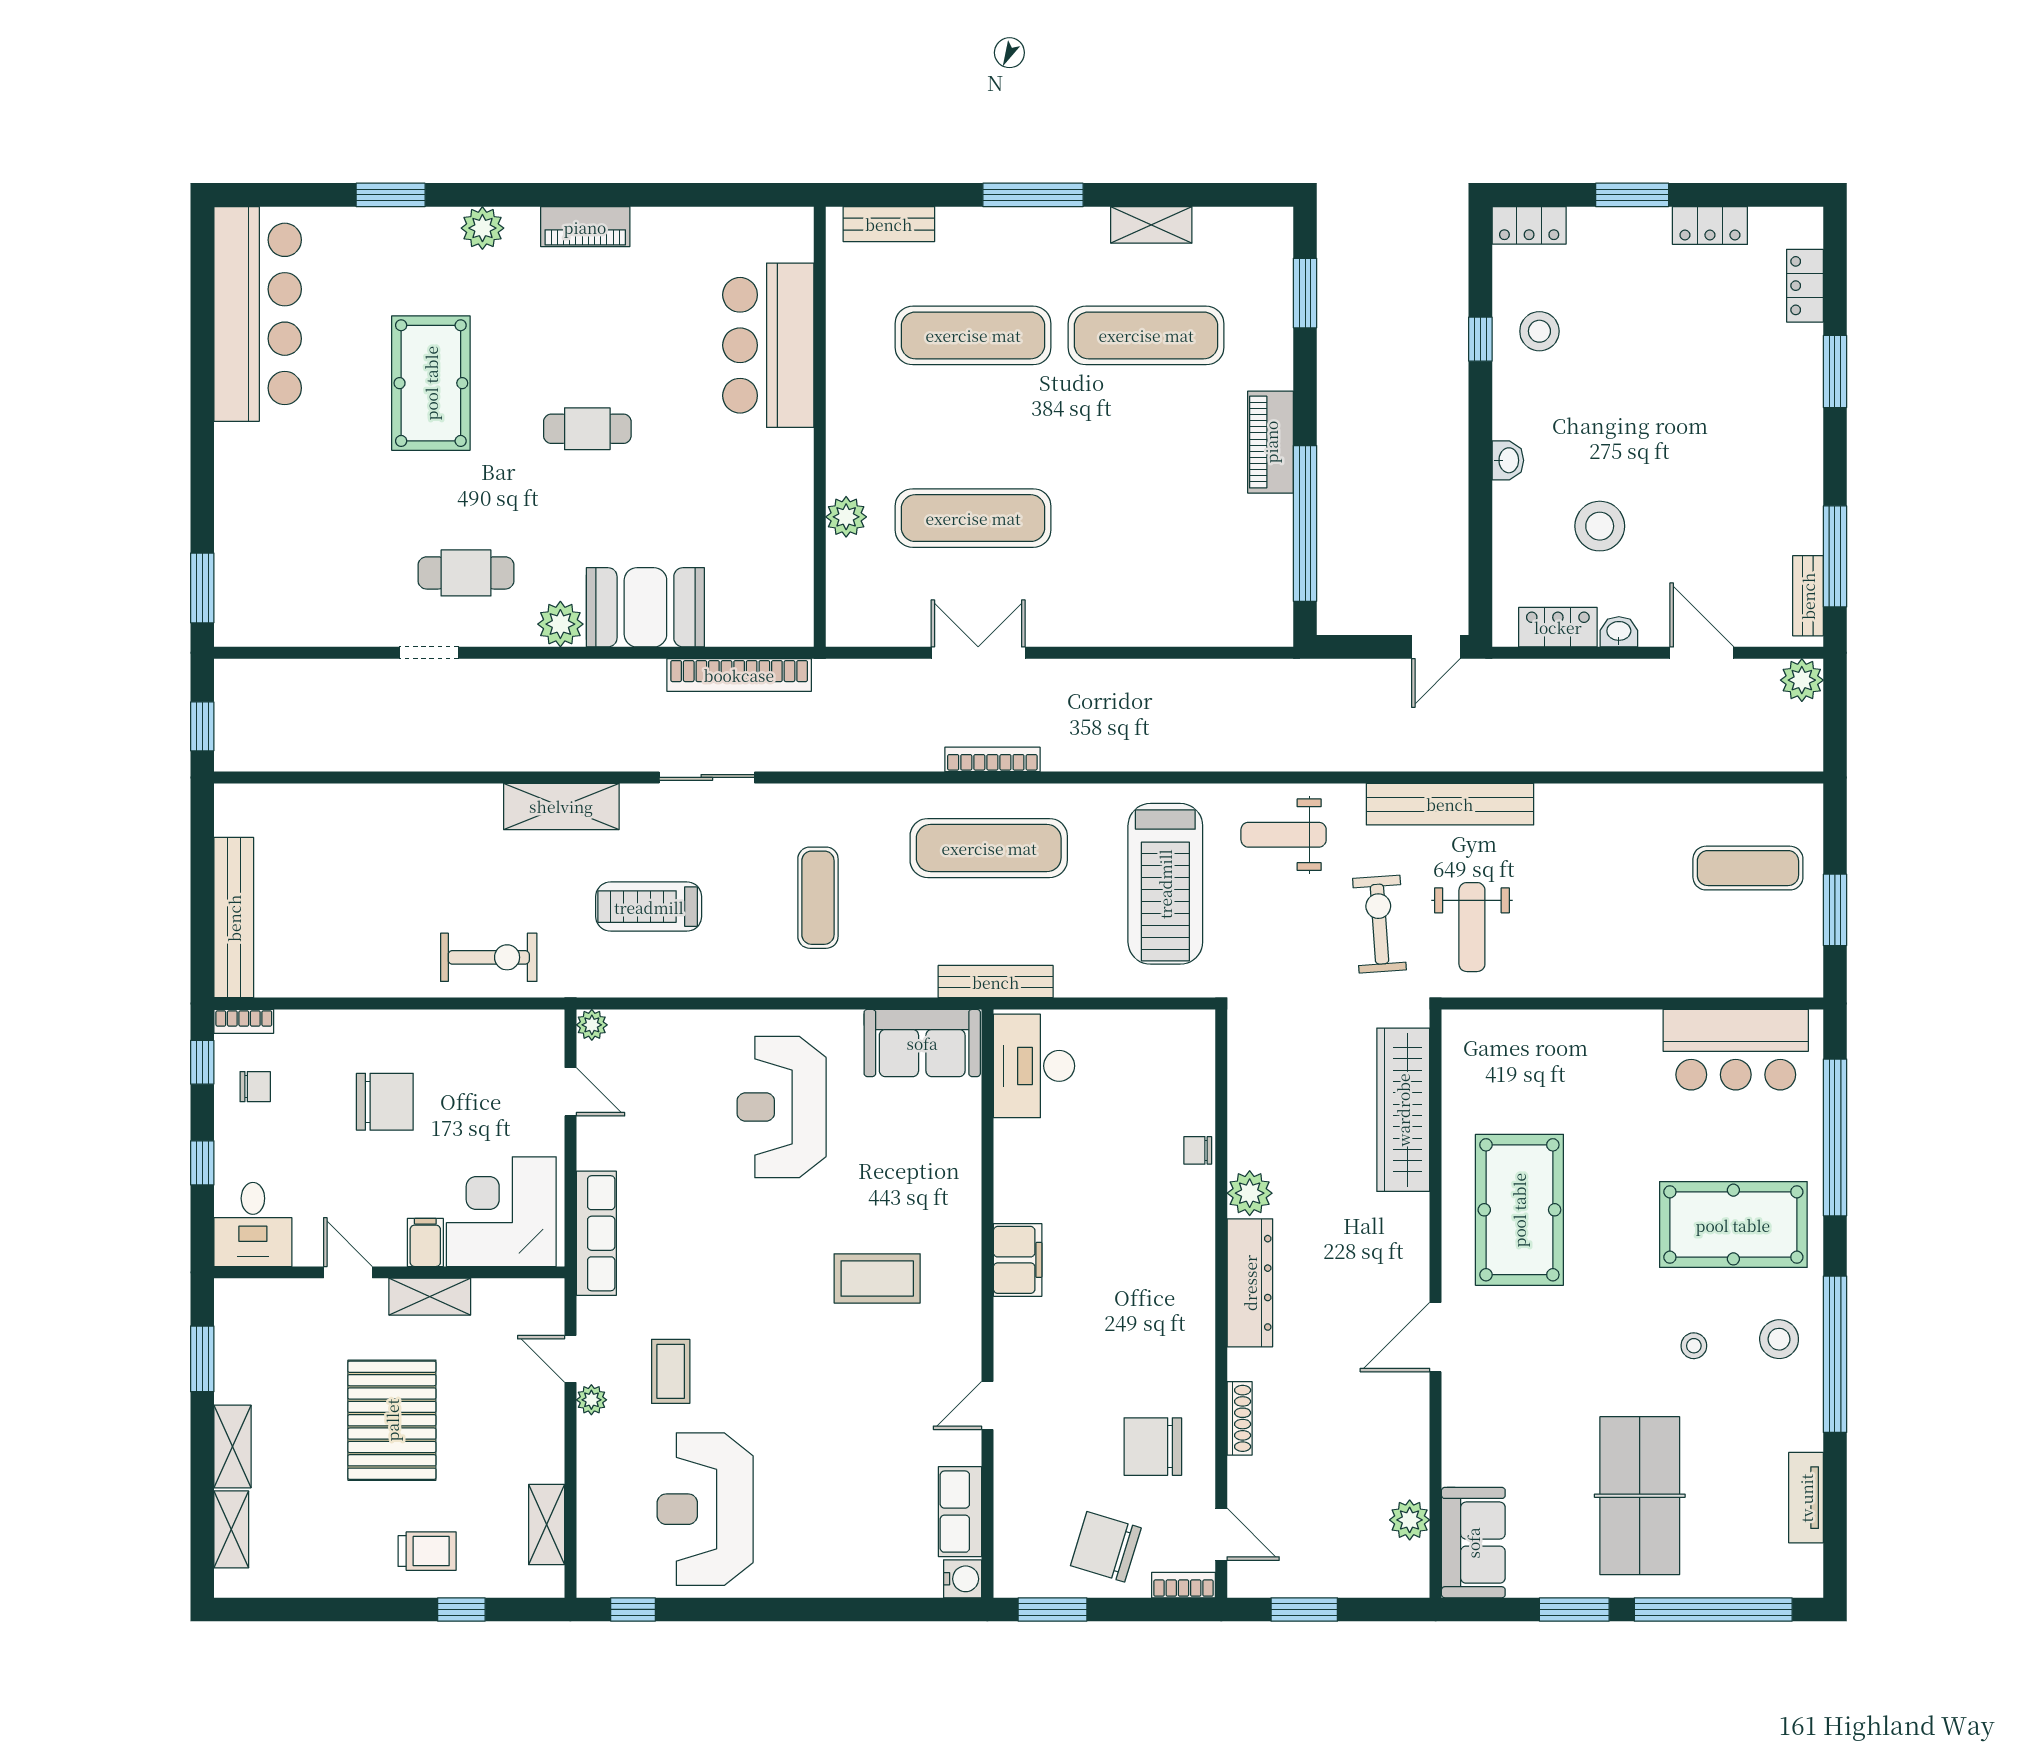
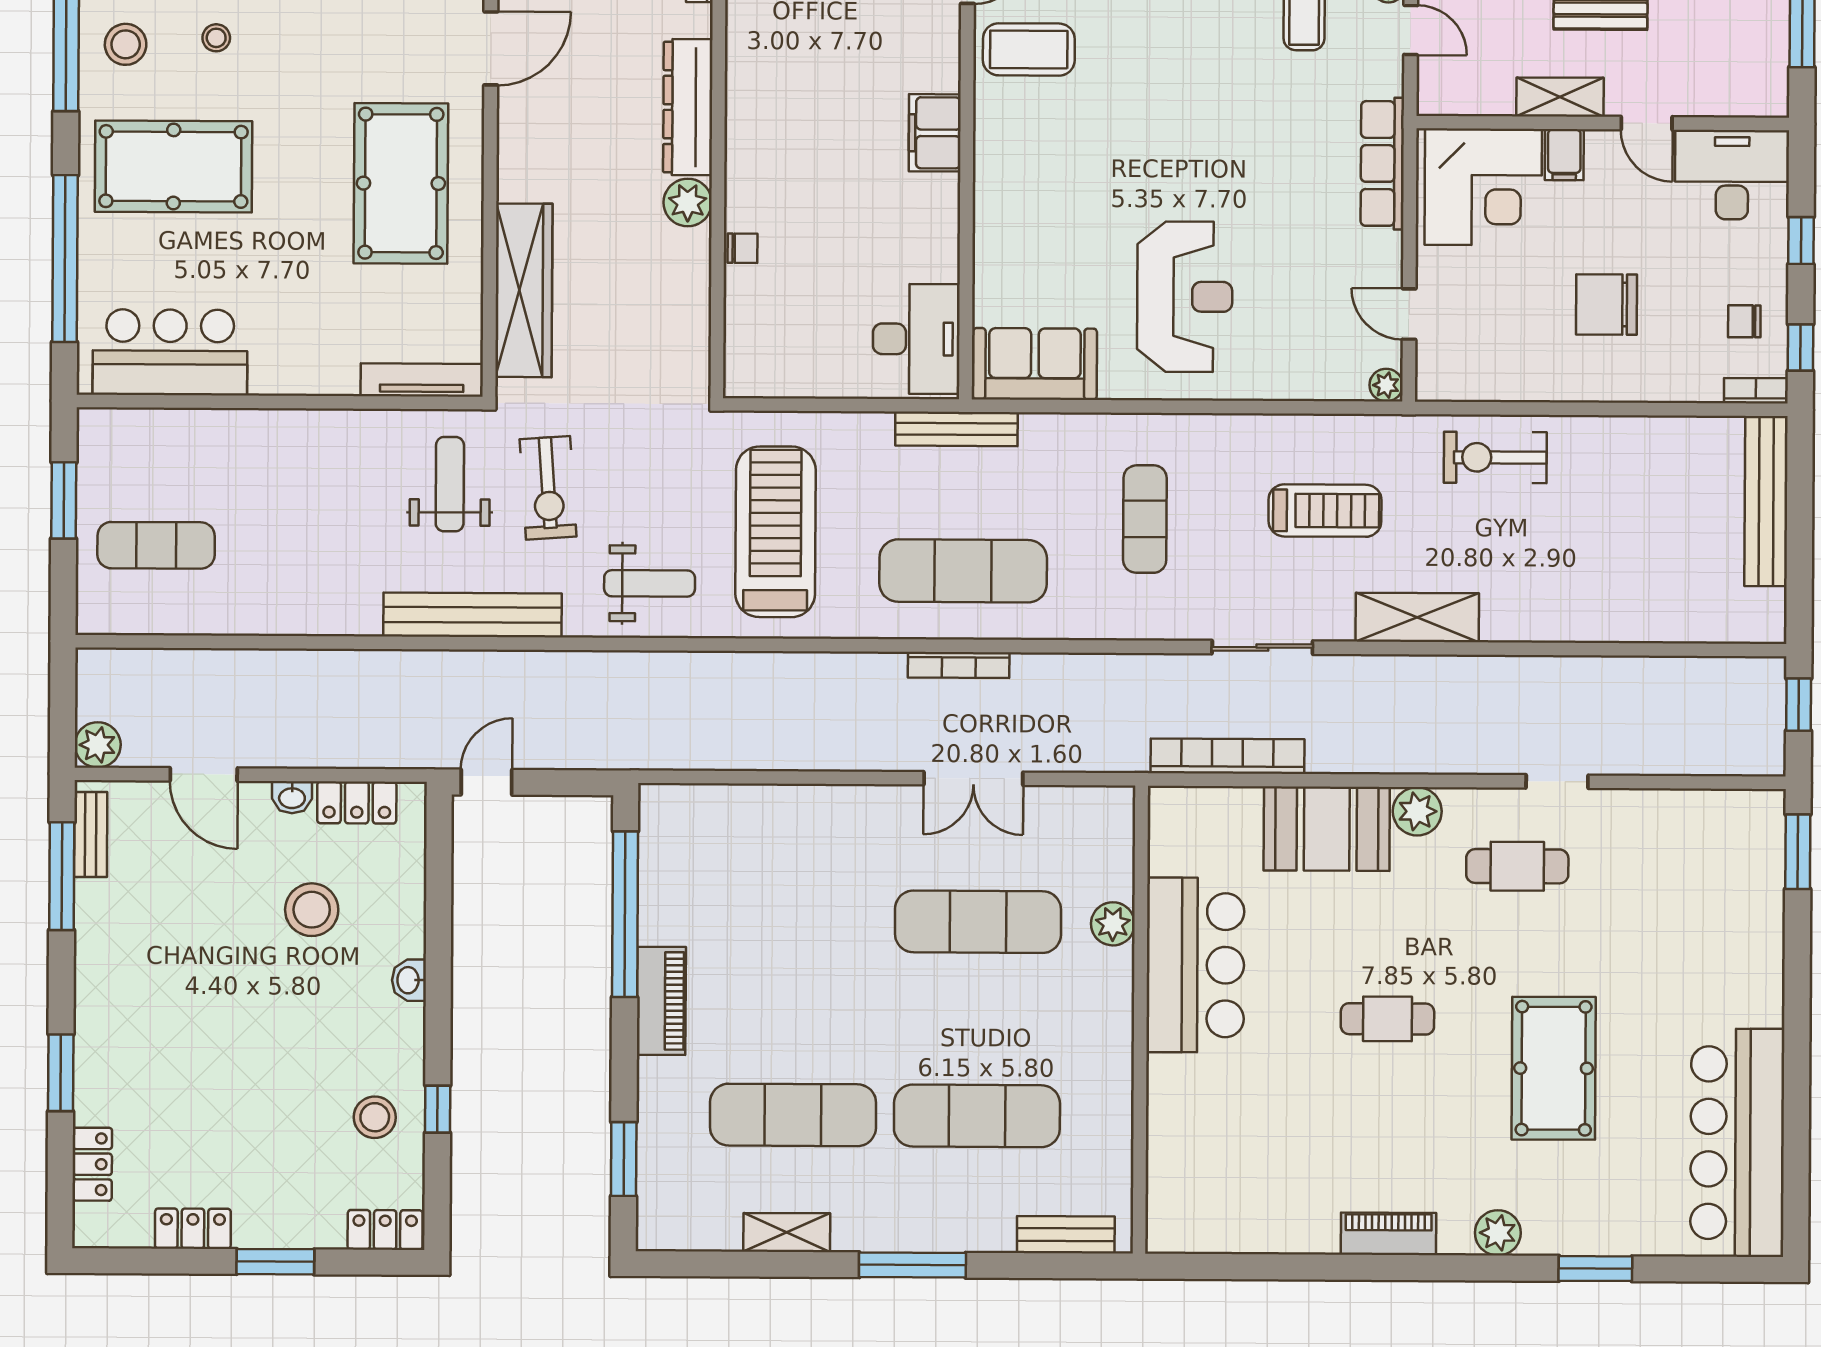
bar counter: (768, 345) -> (1195, 965), moved
tv unit: (1499, 1025) -> (422, 380), added
desk: (253, 1224) -> (1732, 175), width x1.37
coffee table: (877, 1278) -> (1029, 49), moved

